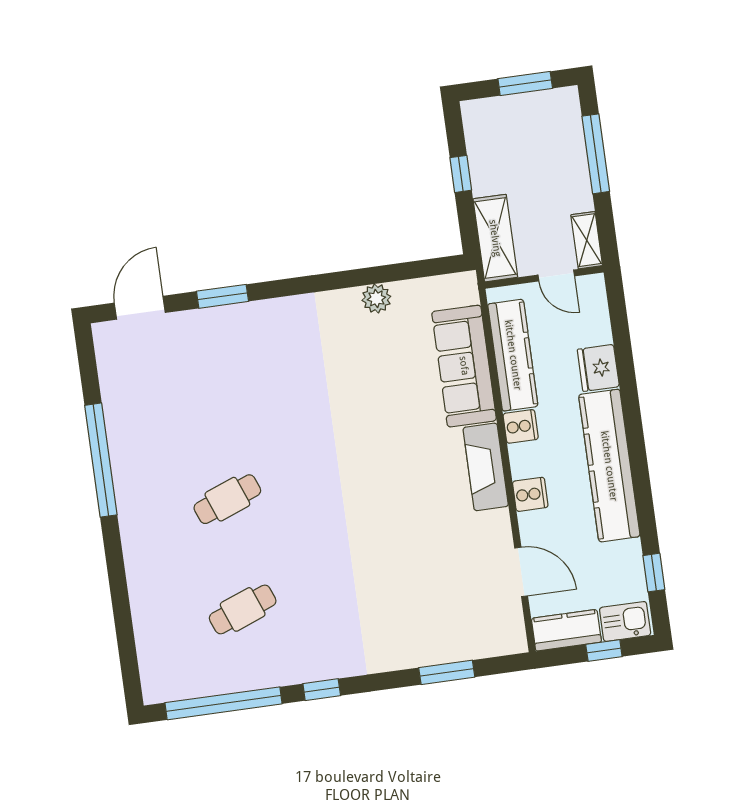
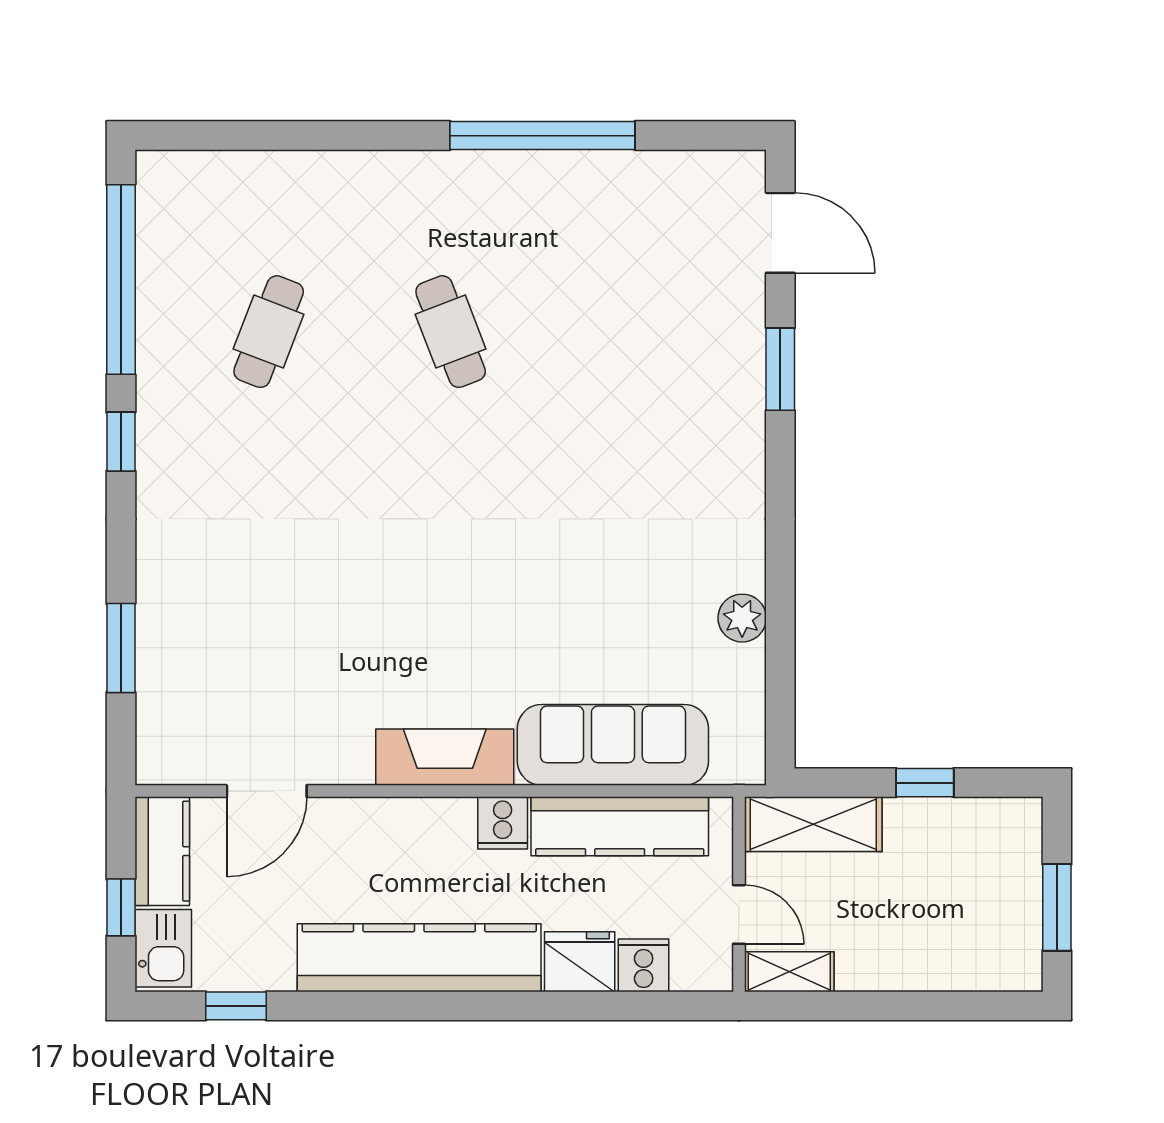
window: (596, 154) -> (927, 1006), removed
door: (556, 275) -> (739, 914), swing flipped
cooker: (530, 494) -> (644, 965), moved, turned 180
cafe table: (243, 609) -> (269, 332), turned 42

